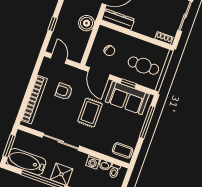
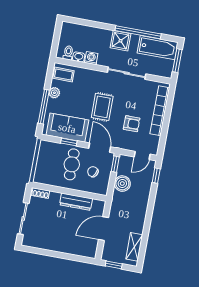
dresser: (118, 19) -> (76, 202), moved
boiler: (87, 23) -> (122, 184), moved
window: (53, 24) -> (156, 176), moved
window: (86, 54) -> (115, 164), added
door: (59, 59) -> (142, 155), hinge flipped
cafe table: (143, 66) -> (72, 164), moved, turned 90
plant: (134, 134) -> (54, 93), added

